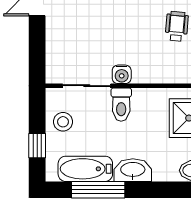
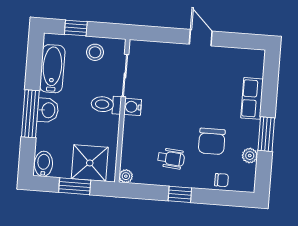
washbasin: (133, 170) -> (48, 110), width x0.72
window: (98, 190) -> (30, 114), moved

